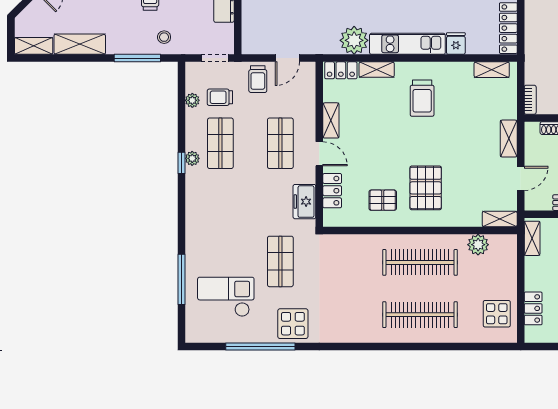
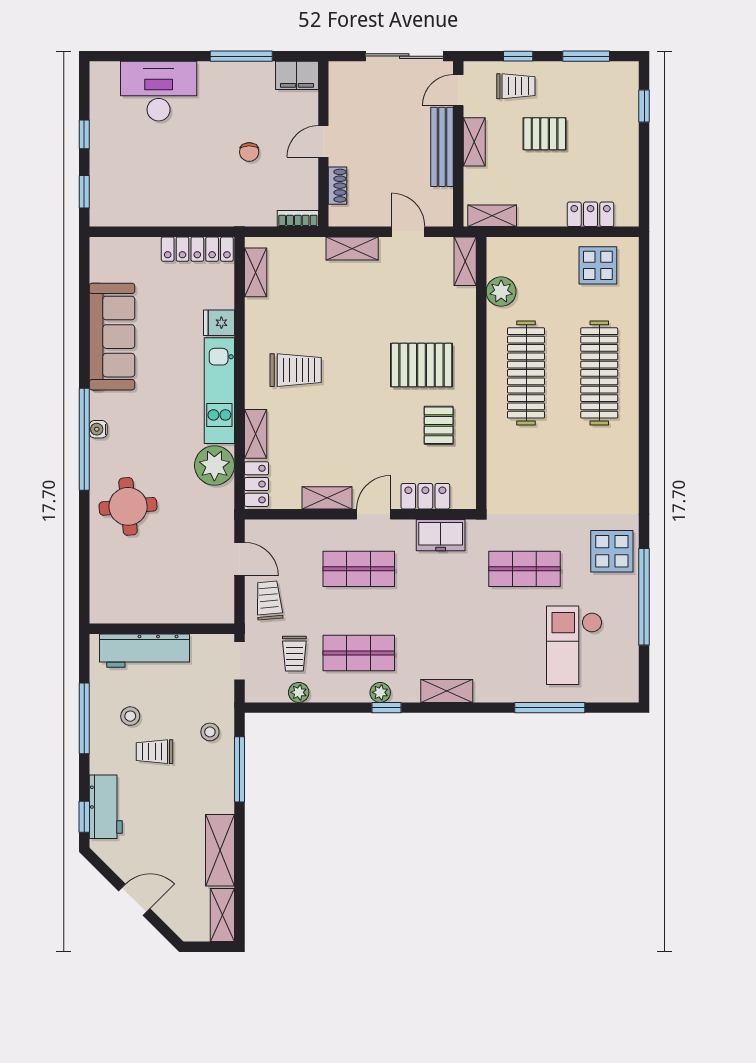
trolley: (258, 79) -> (269, 600), turned -95
shelving: (193, 206) -> (447, 691), added

